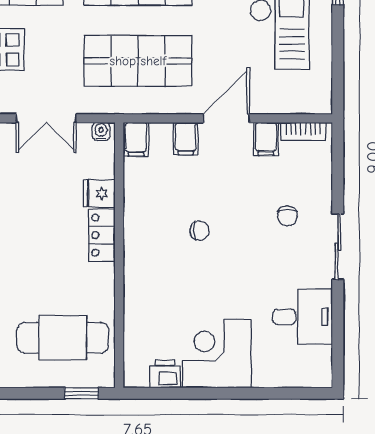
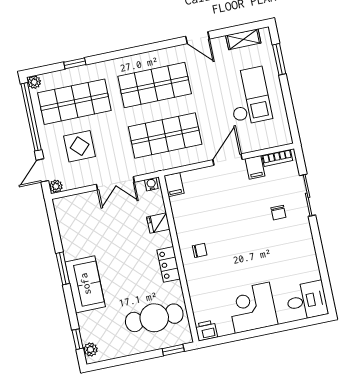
filing cabinet: (186, 139) -> (205, 178), removed
chair: (199, 231) -> (200, 250), moved
locker: (102, 235) -> (169, 264), moved
sliding door: (338, 247) -> (308, 195), moved
desk: (303, 317) -> (307, 301), moved
printer: (165, 374) -> (206, 331), moved

